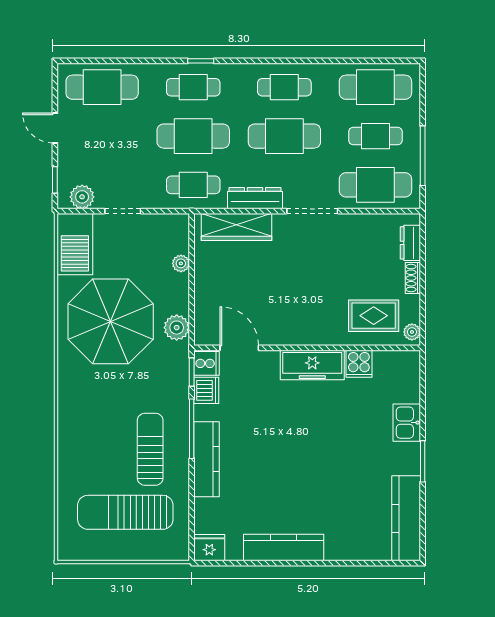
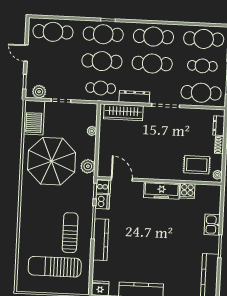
cafe table: (193, 87) -> (103, 34), width x1.37, depth x1.35
cafe table: (284, 87) -> (153, 37), width x1.37, depth x1.35

